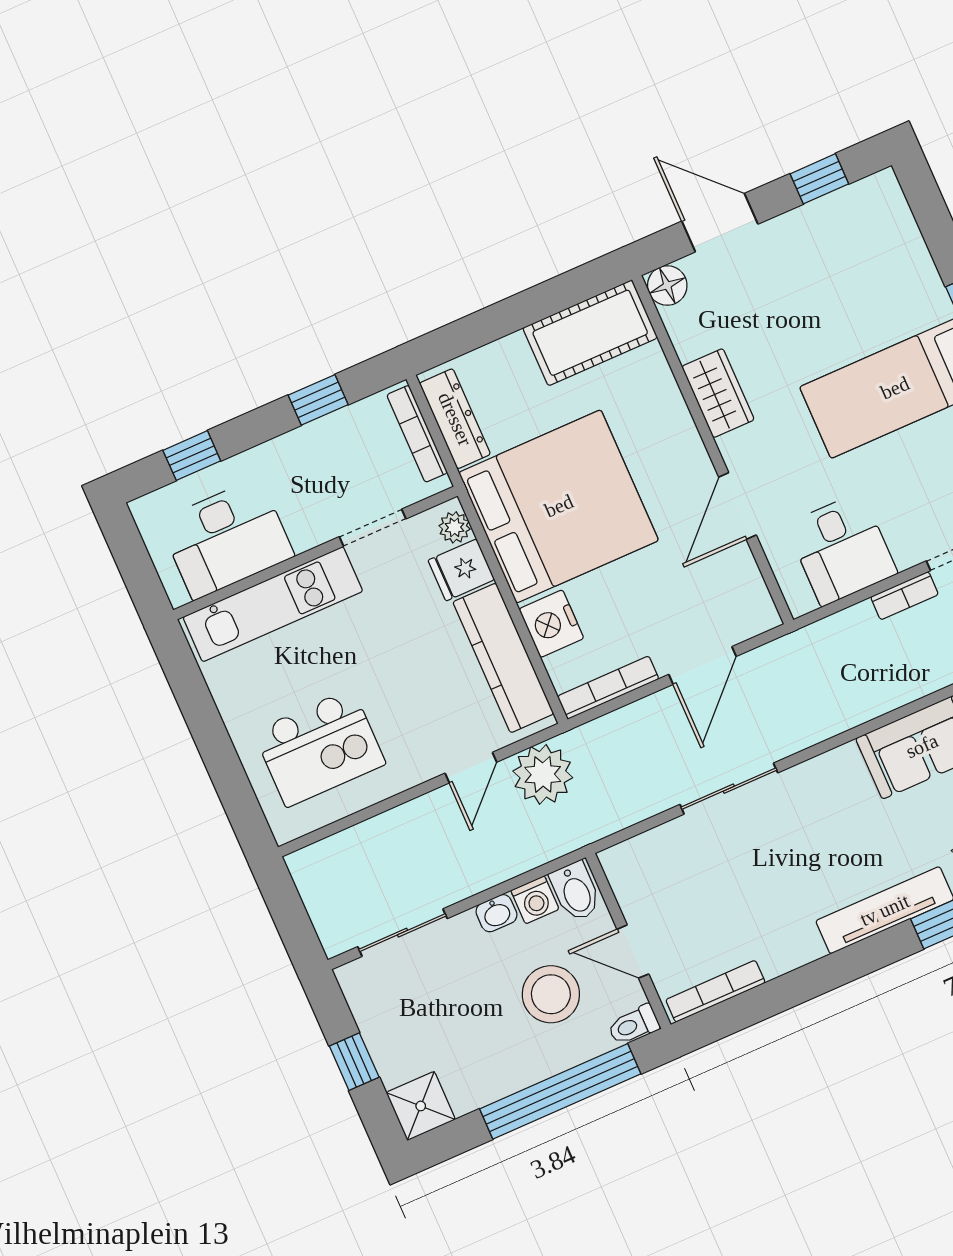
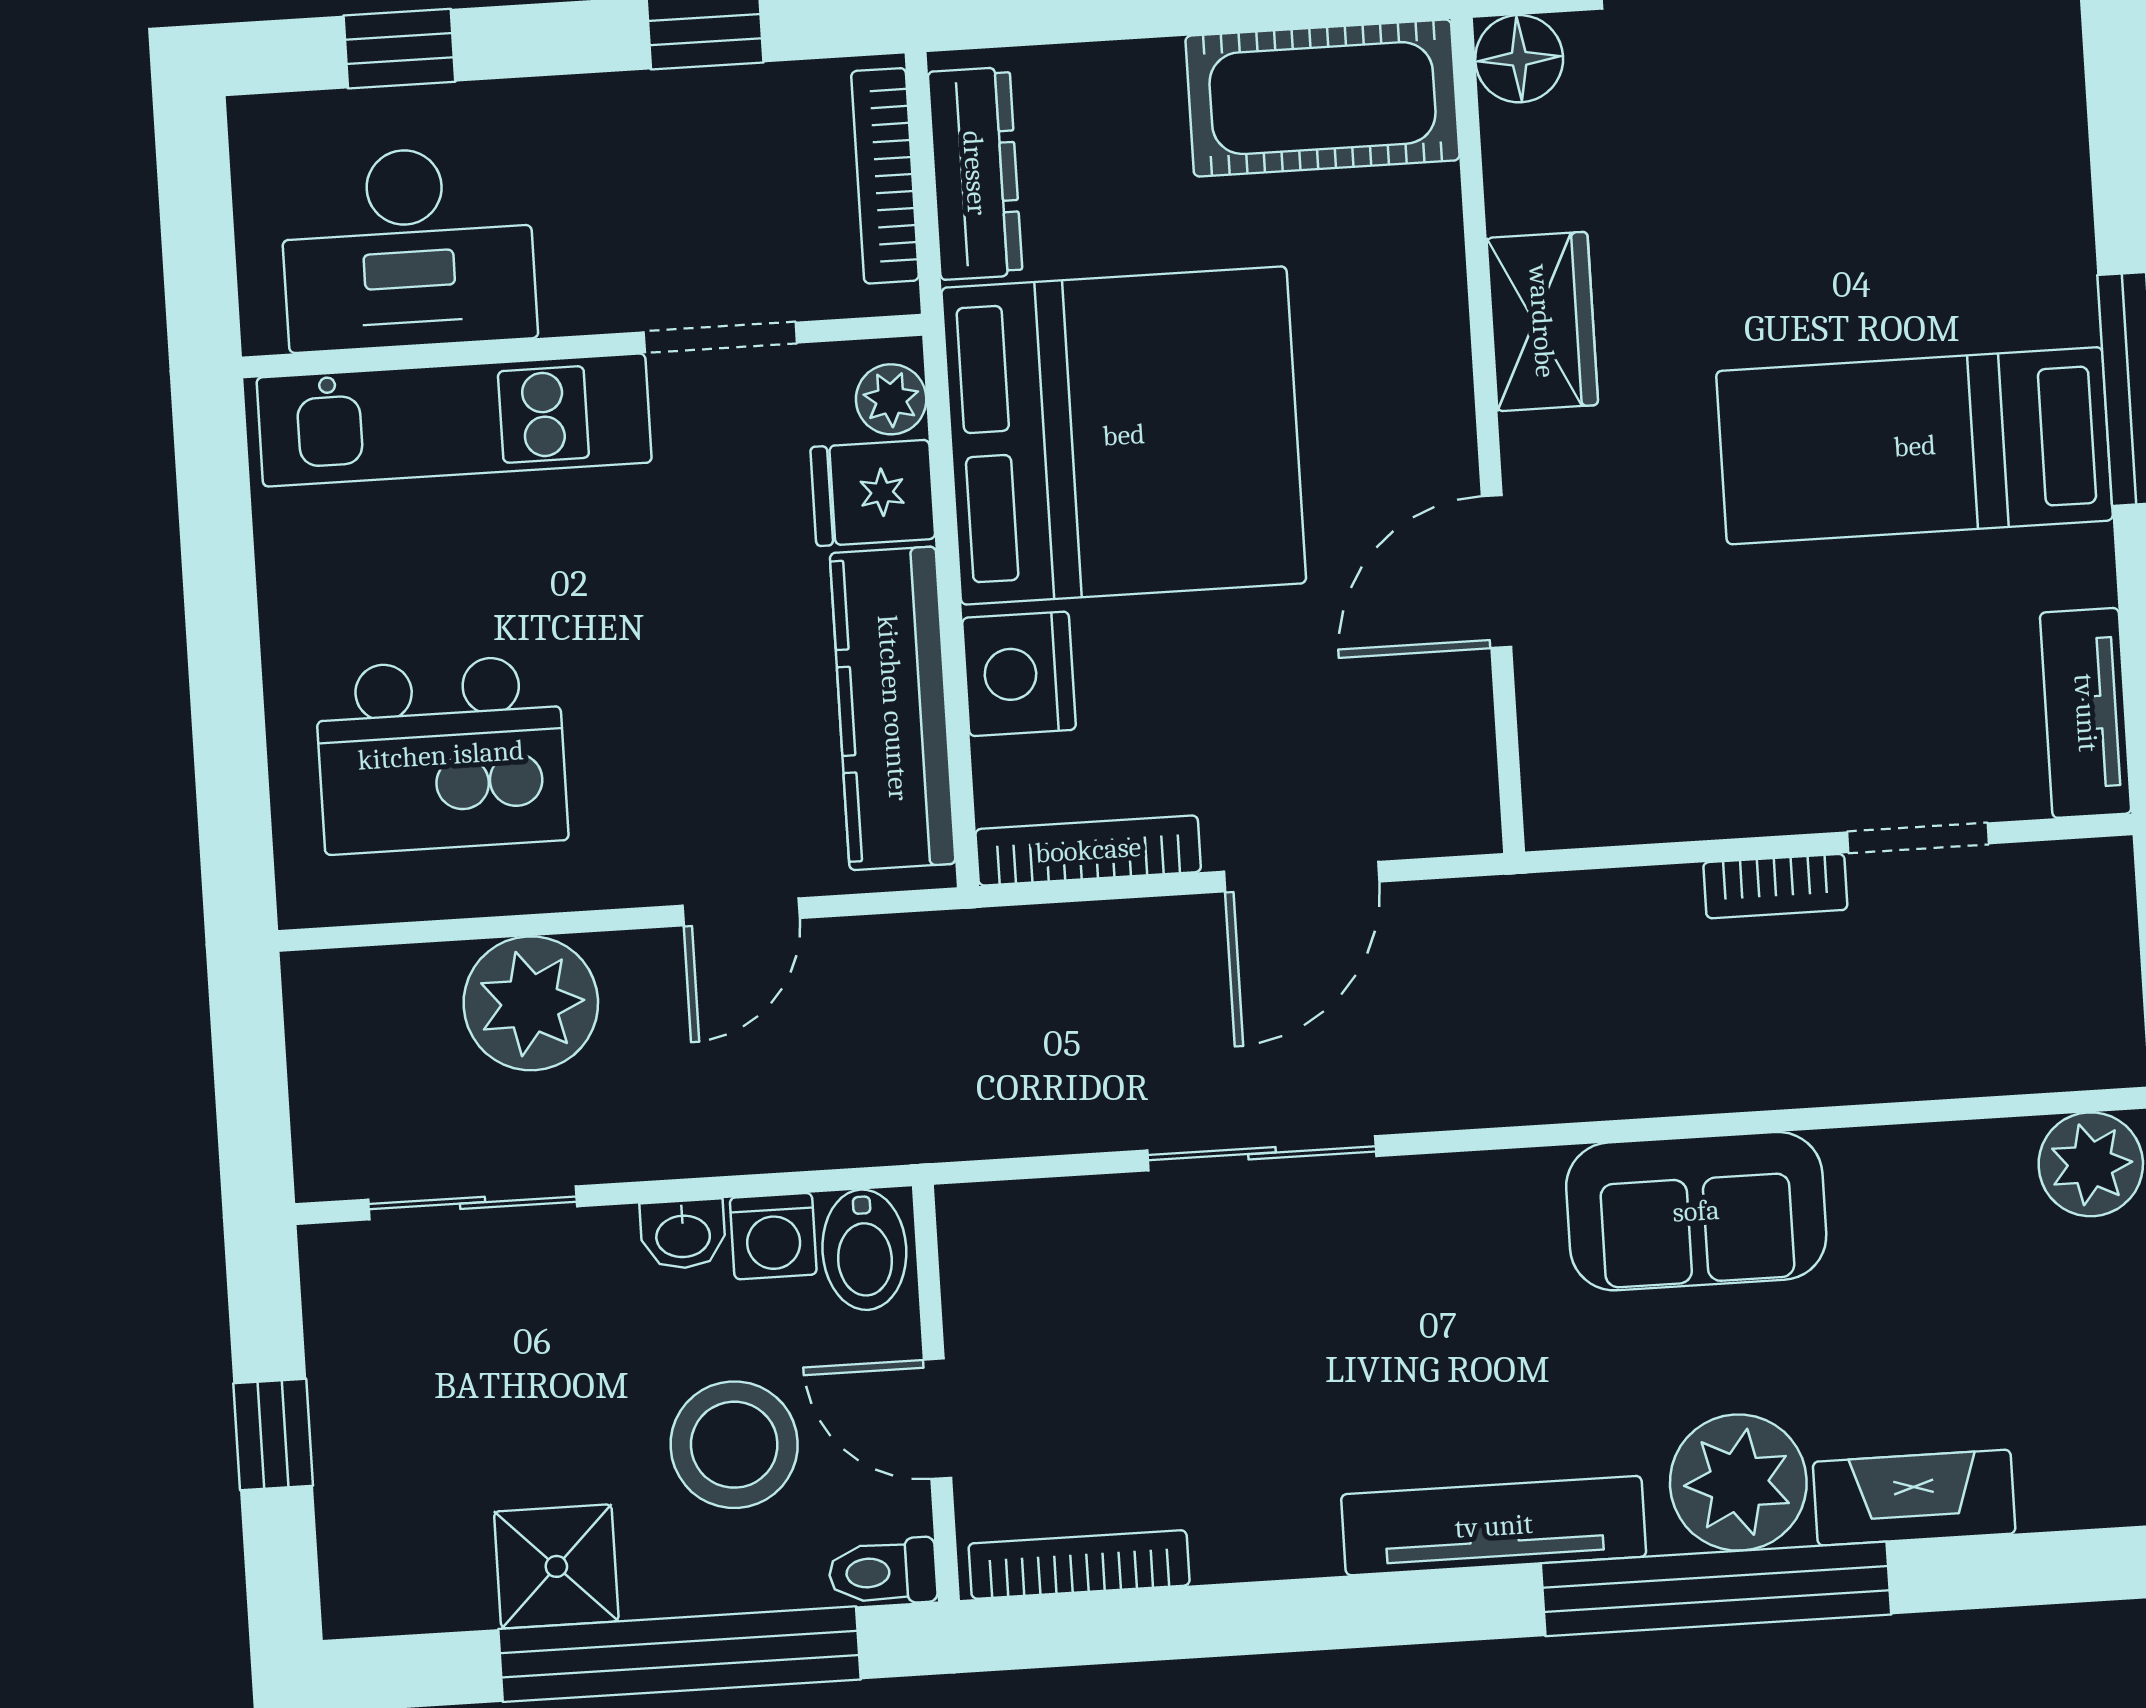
desk: (842, 549) -> (1680, 741), removed
plant: (543, 774) -> (531, 1003), moved
shower: (421, 1106) -> (556, 1566), moved

